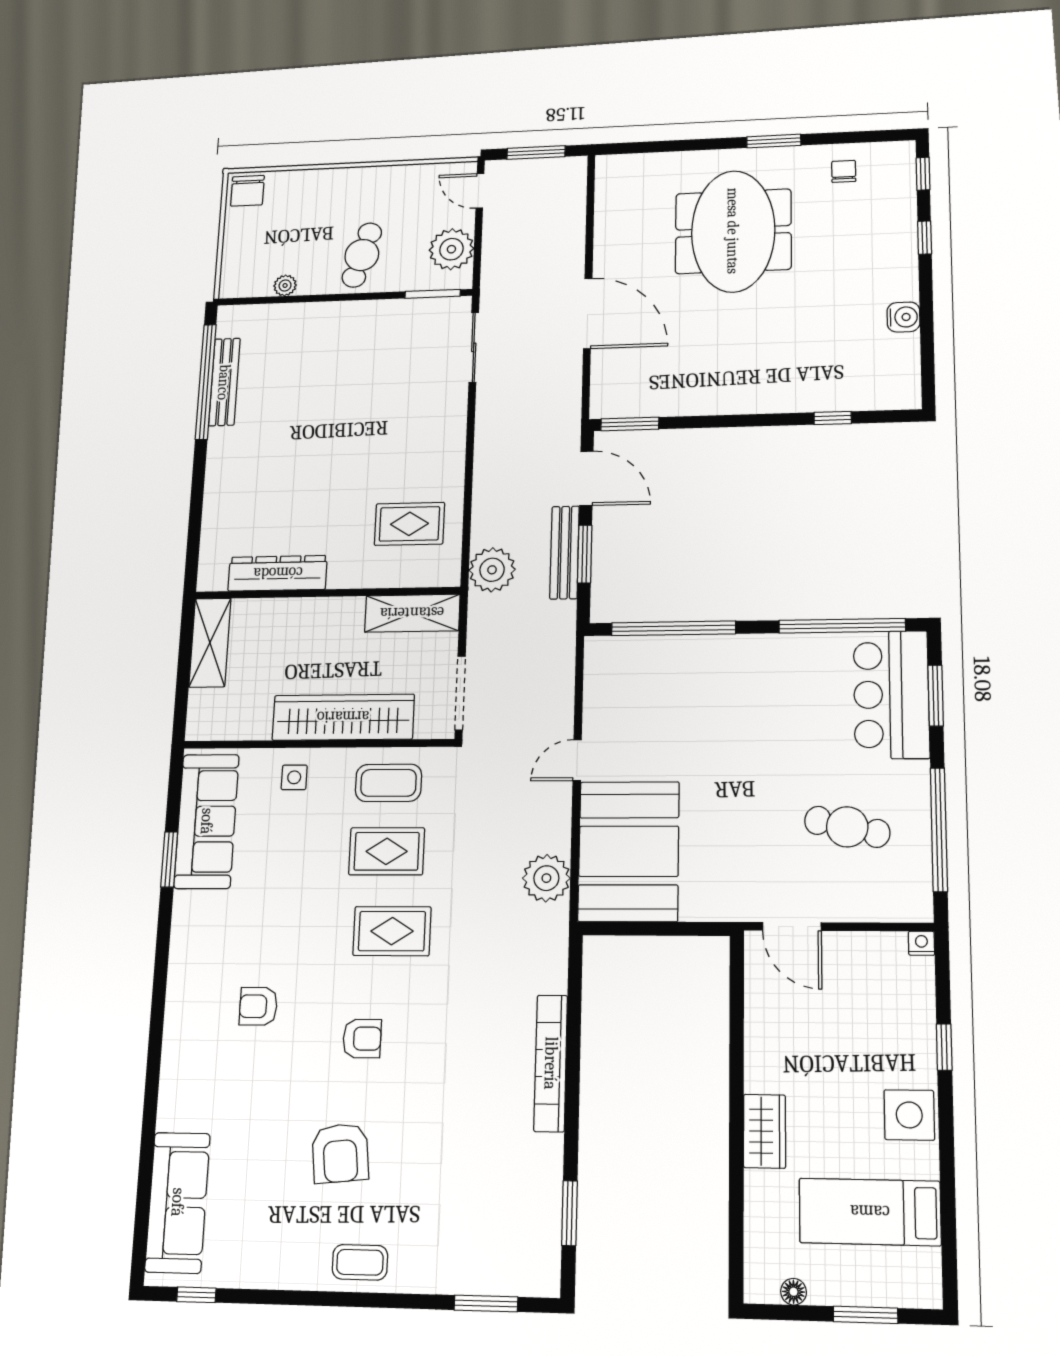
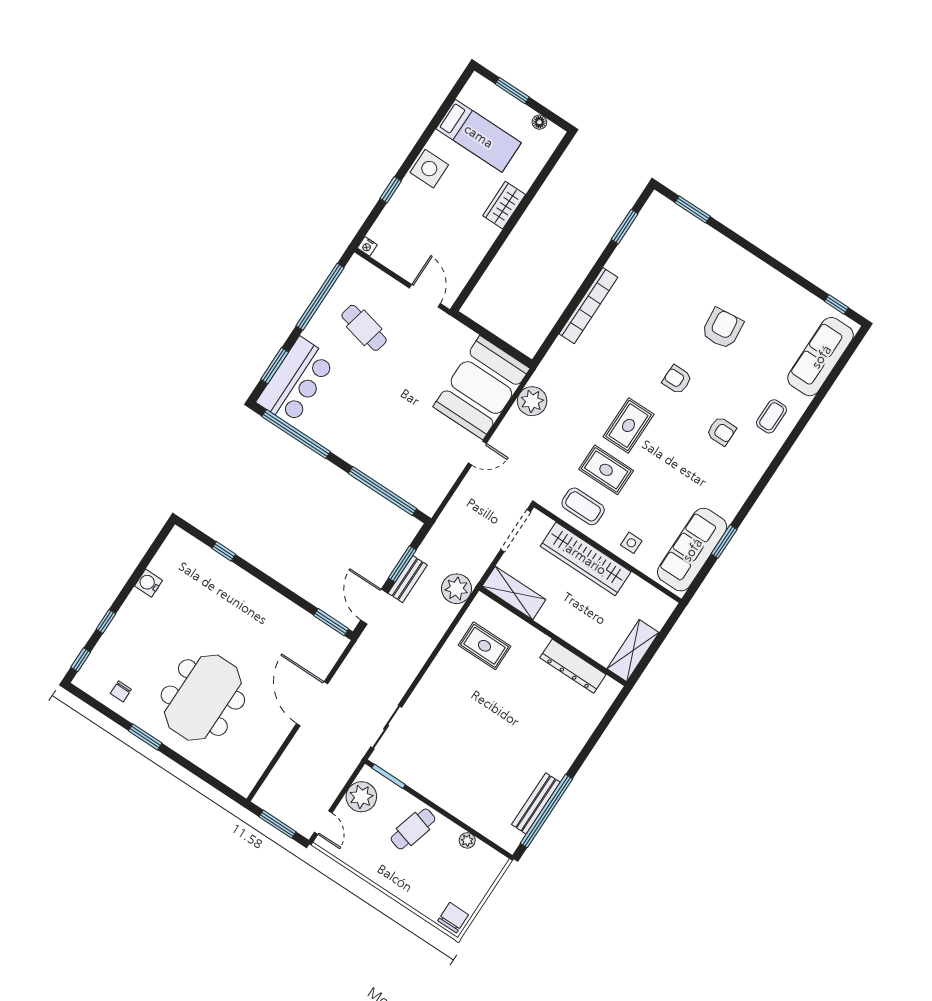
bench: (565, 552) -> (408, 579), width x0.73
rug: (392, 931) -> (629, 425), turned 90
coffee table: (360, 1262) -> (772, 416), moved, turned 90

